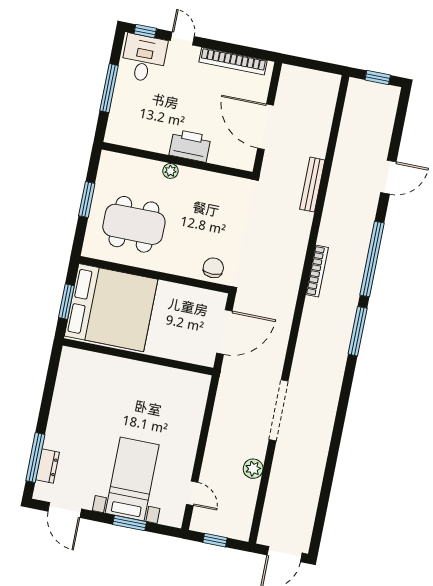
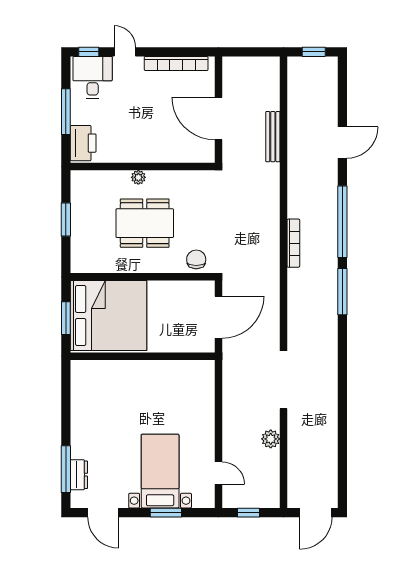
printer: (190, 146) -> (83, 143), moved, turned 90
bench: (312, 185) -> (273, 137), moved
dining table: (134, 224) -> (145, 223), moved

